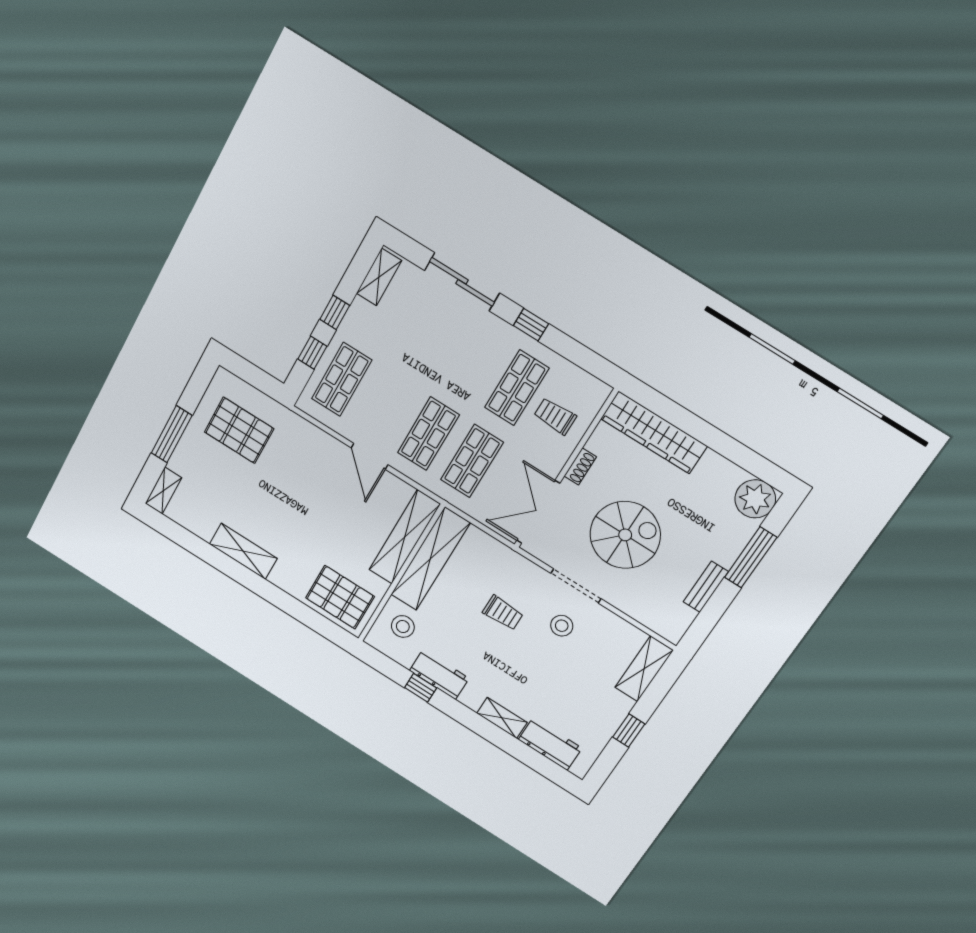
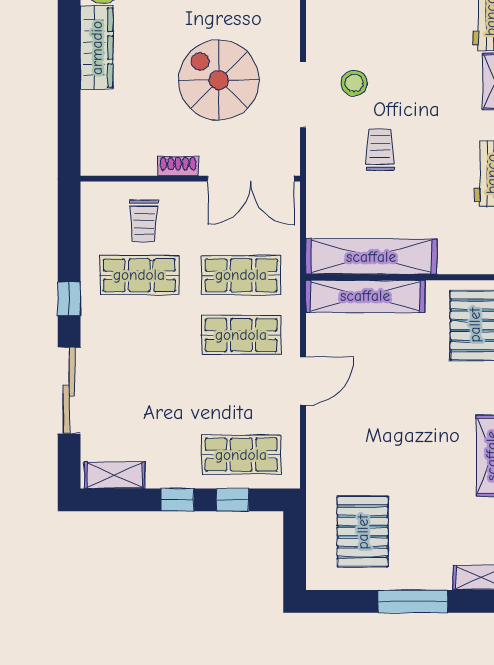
wardrobe: (654, 432) -> (97, 48), moved, width x0.71, depth x0.85
stool: (403, 626) -> (464, 242), removed

